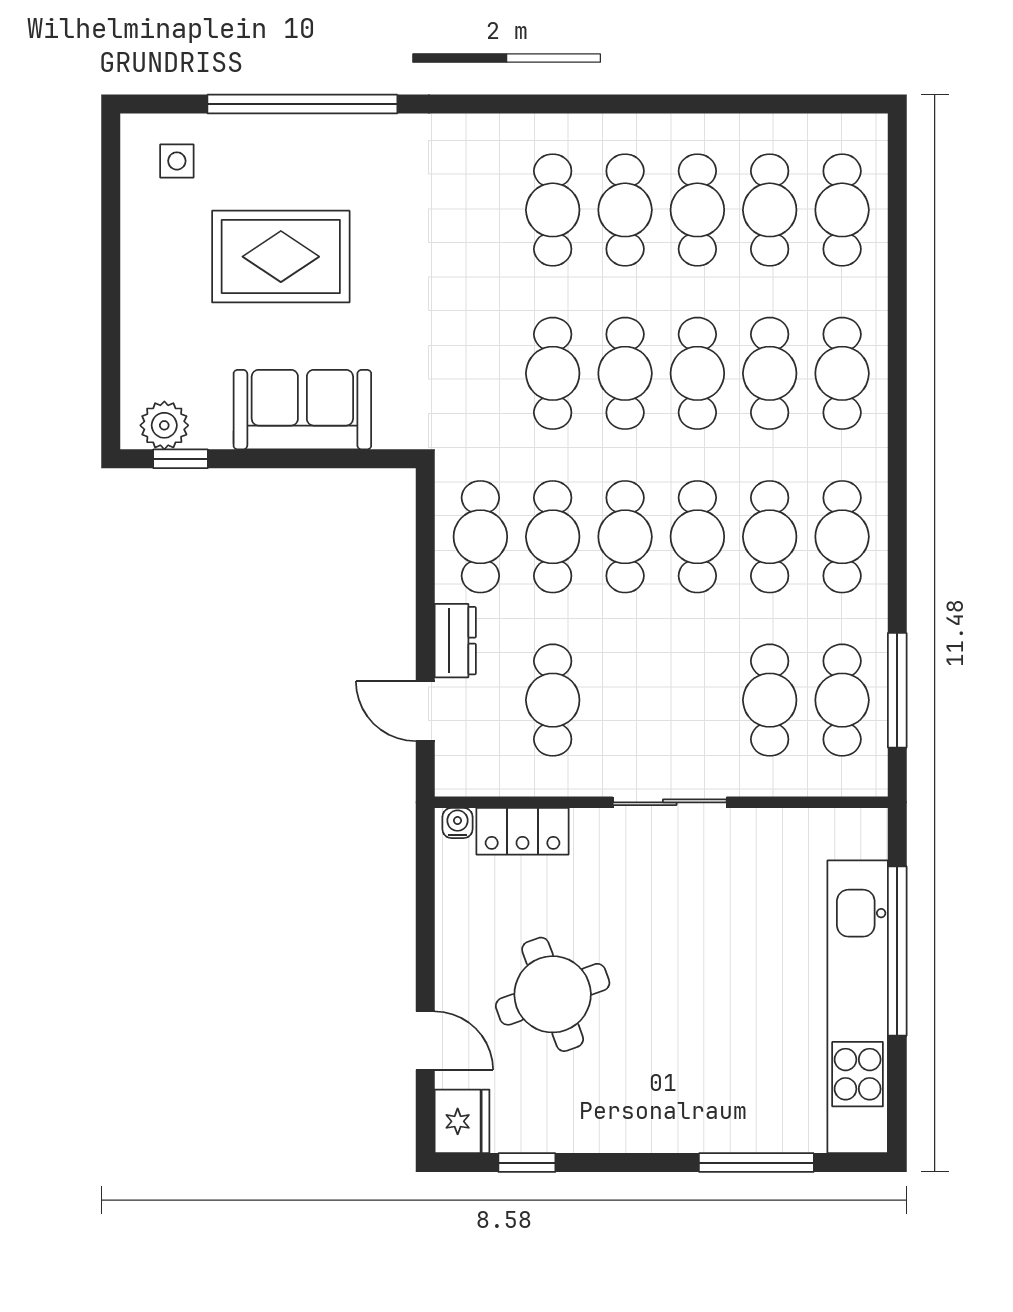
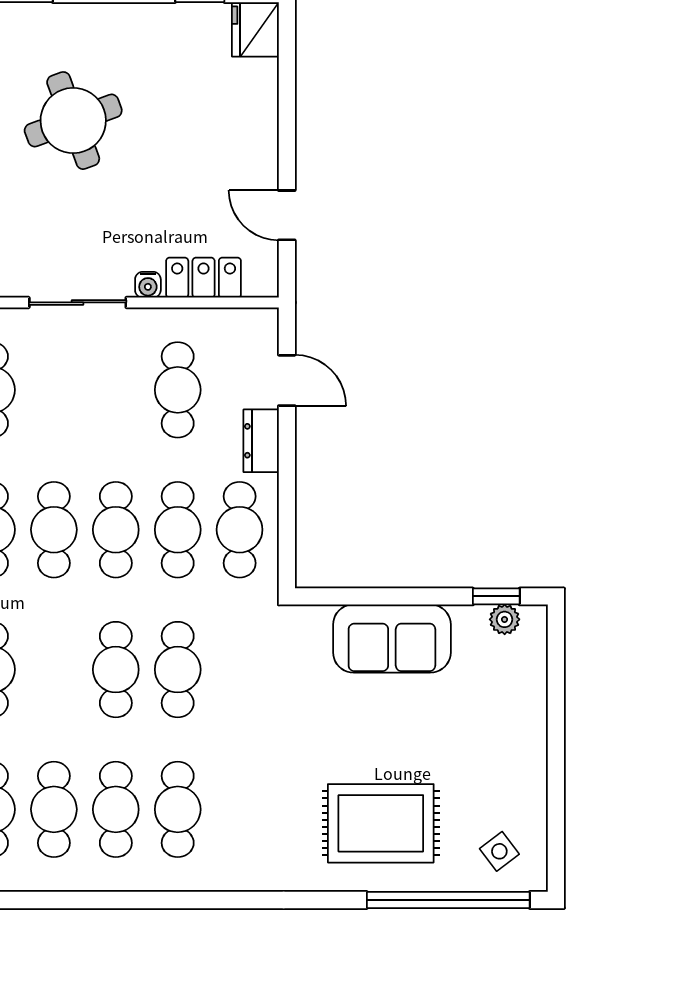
window: (302, 104) -> (448, 900), moved
side table: (177, 161) -> (499, 851), turned -37
rug: (281, 257) -> (381, 823), moved
cafe table: (697, 373) -> (54, 670), removed
plant: (164, 425) -> (505, 619), width x0.73, depth x0.73
water cooler: (457, 823) -> (148, 285), moved
round table: (553, 994) -> (73, 121), moved
door: (425, 1041) -> (287, 215), moved

